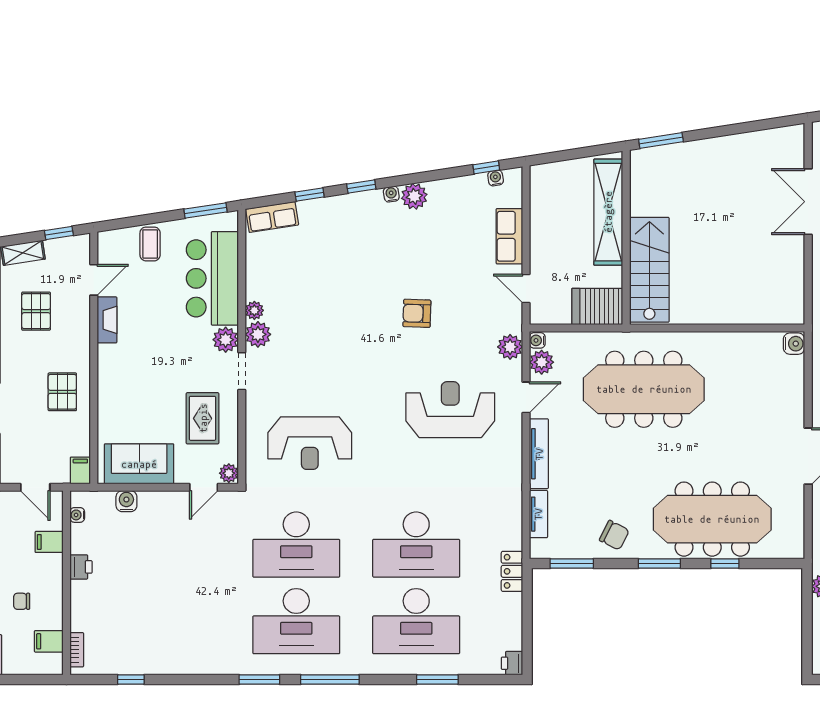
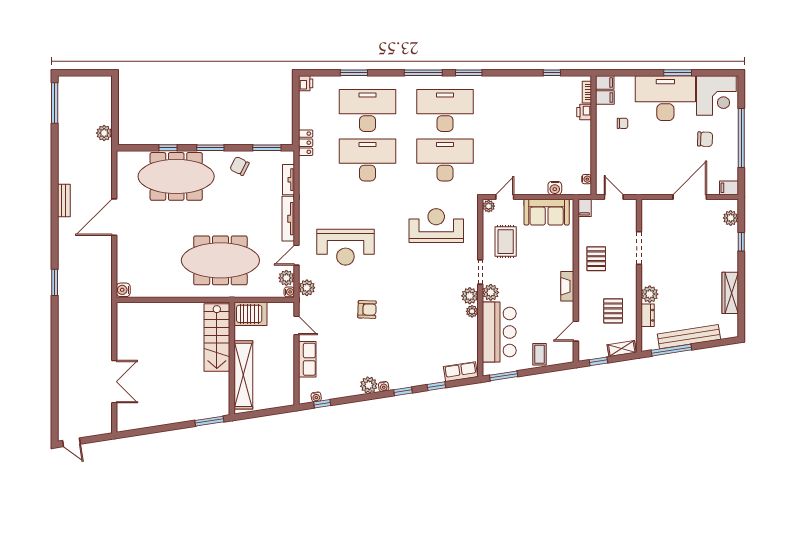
fireplace: (107, 320) -> (567, 286), moved
filing cabinet: (49, 542) -> (605, 83), moved
printer: (81, 567) -> (584, 112), moved

